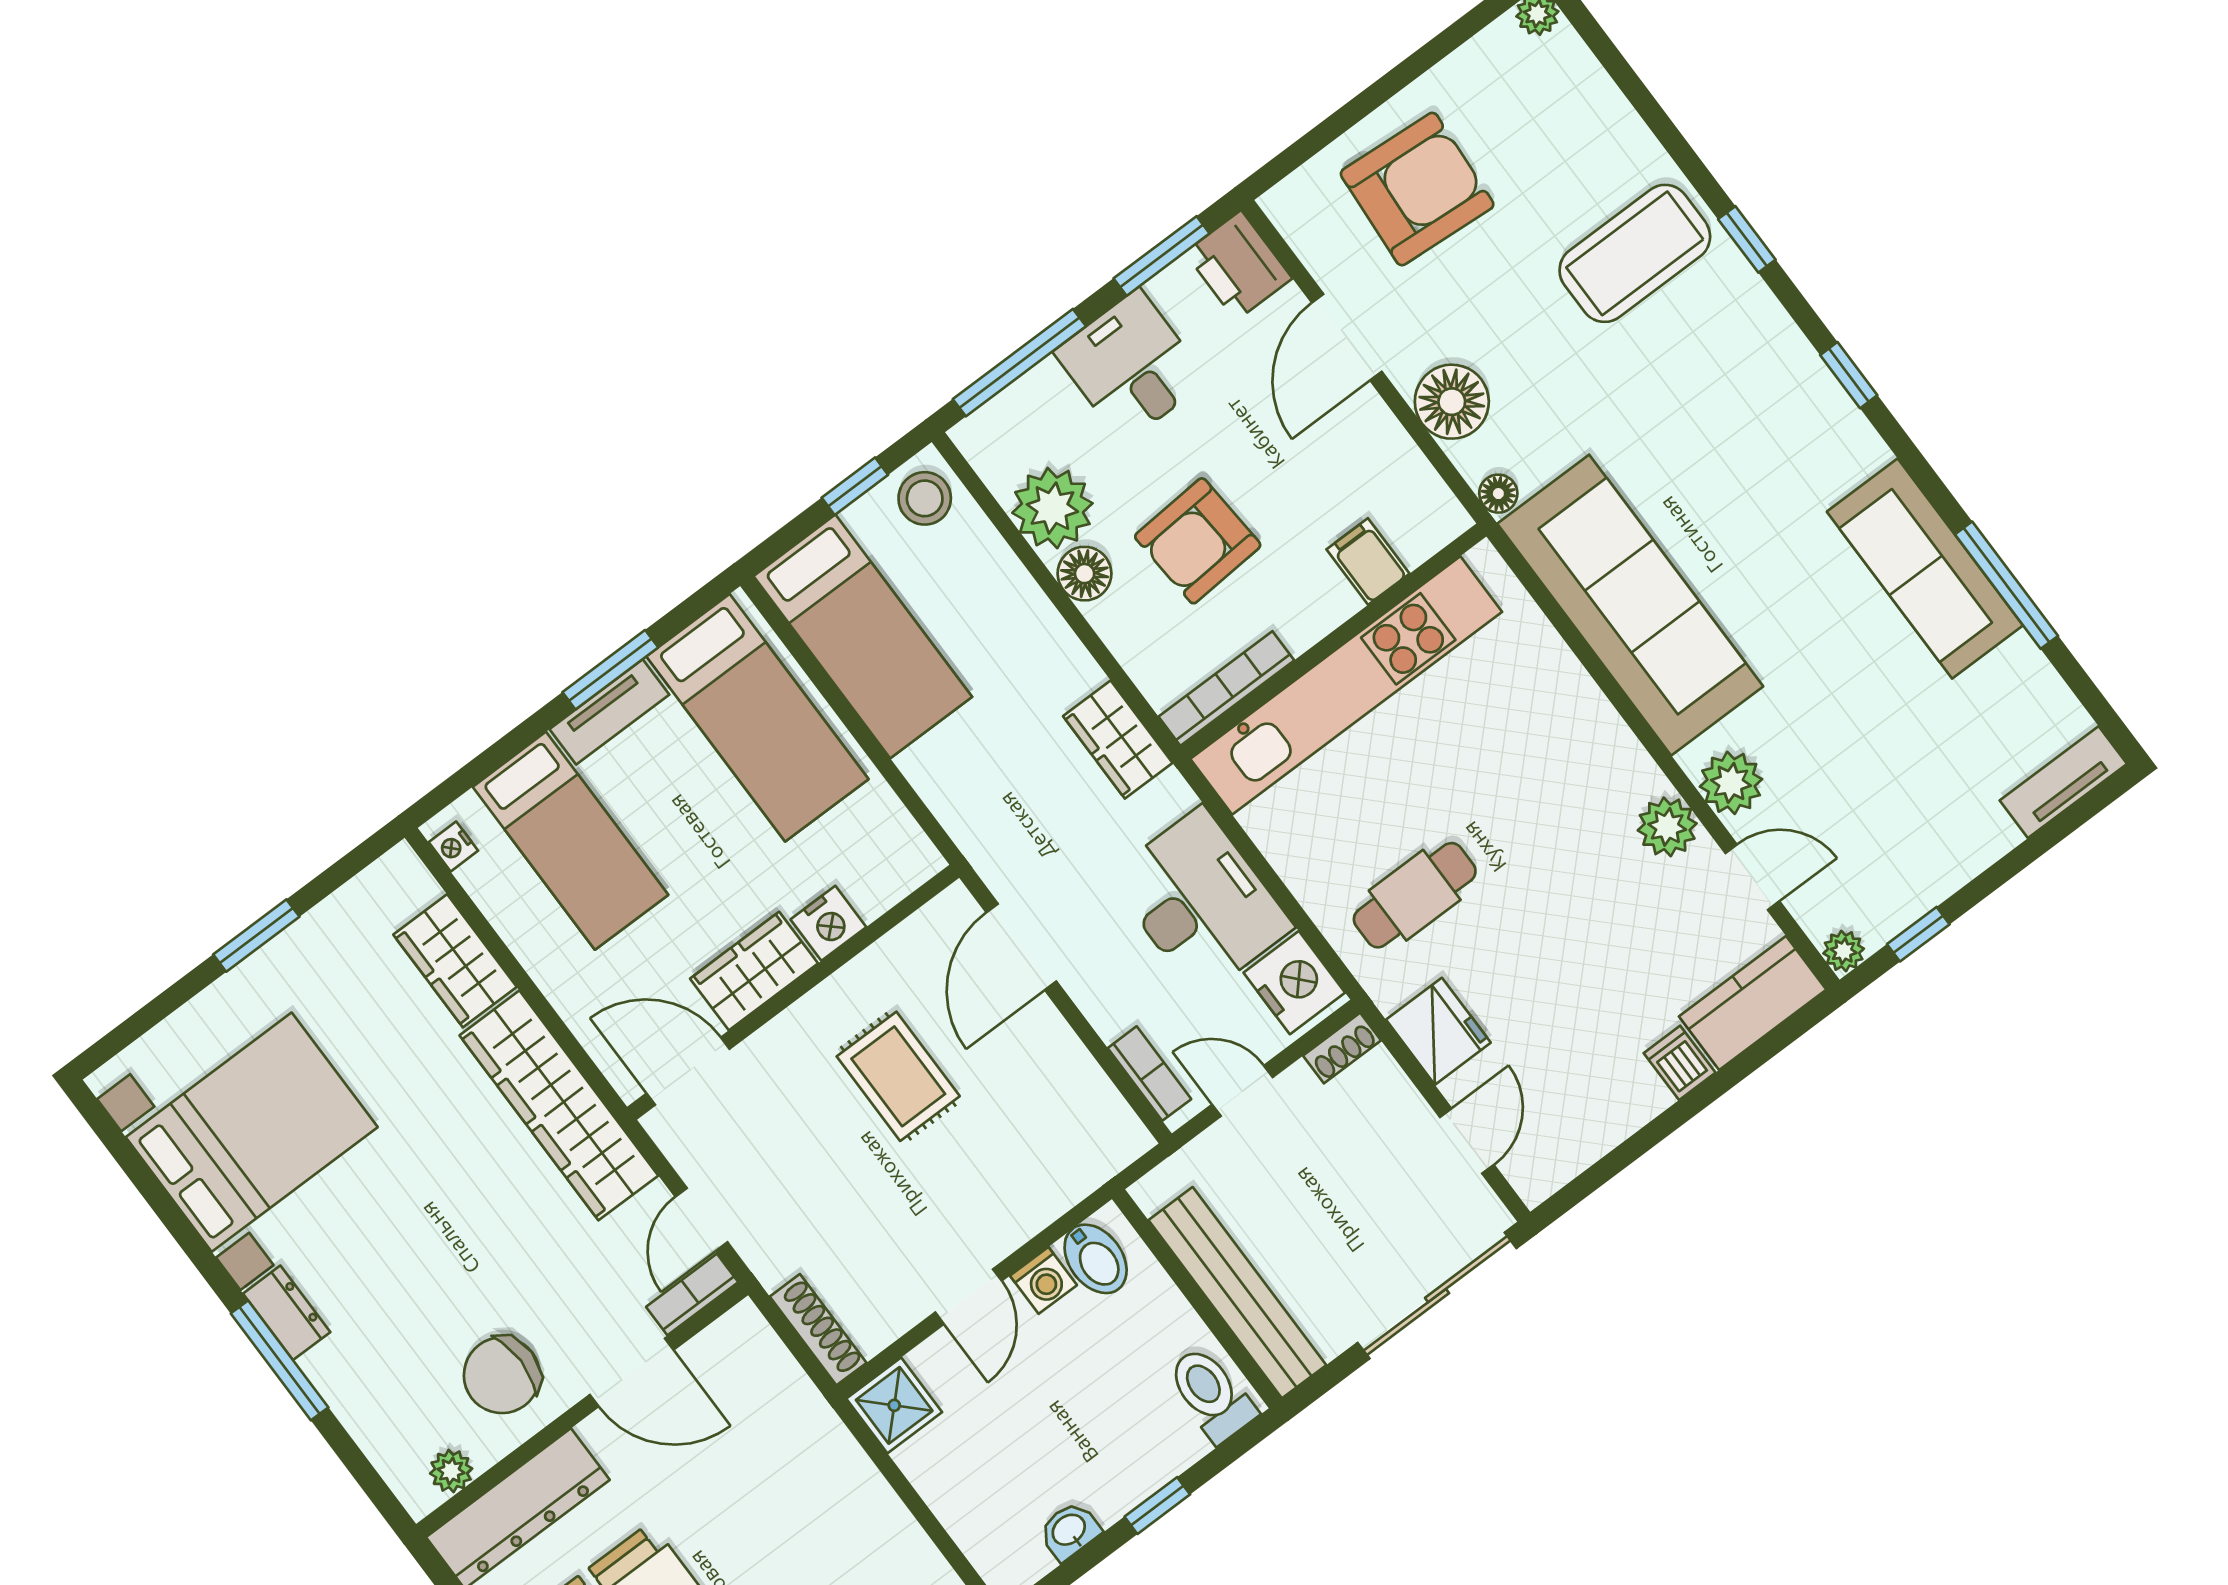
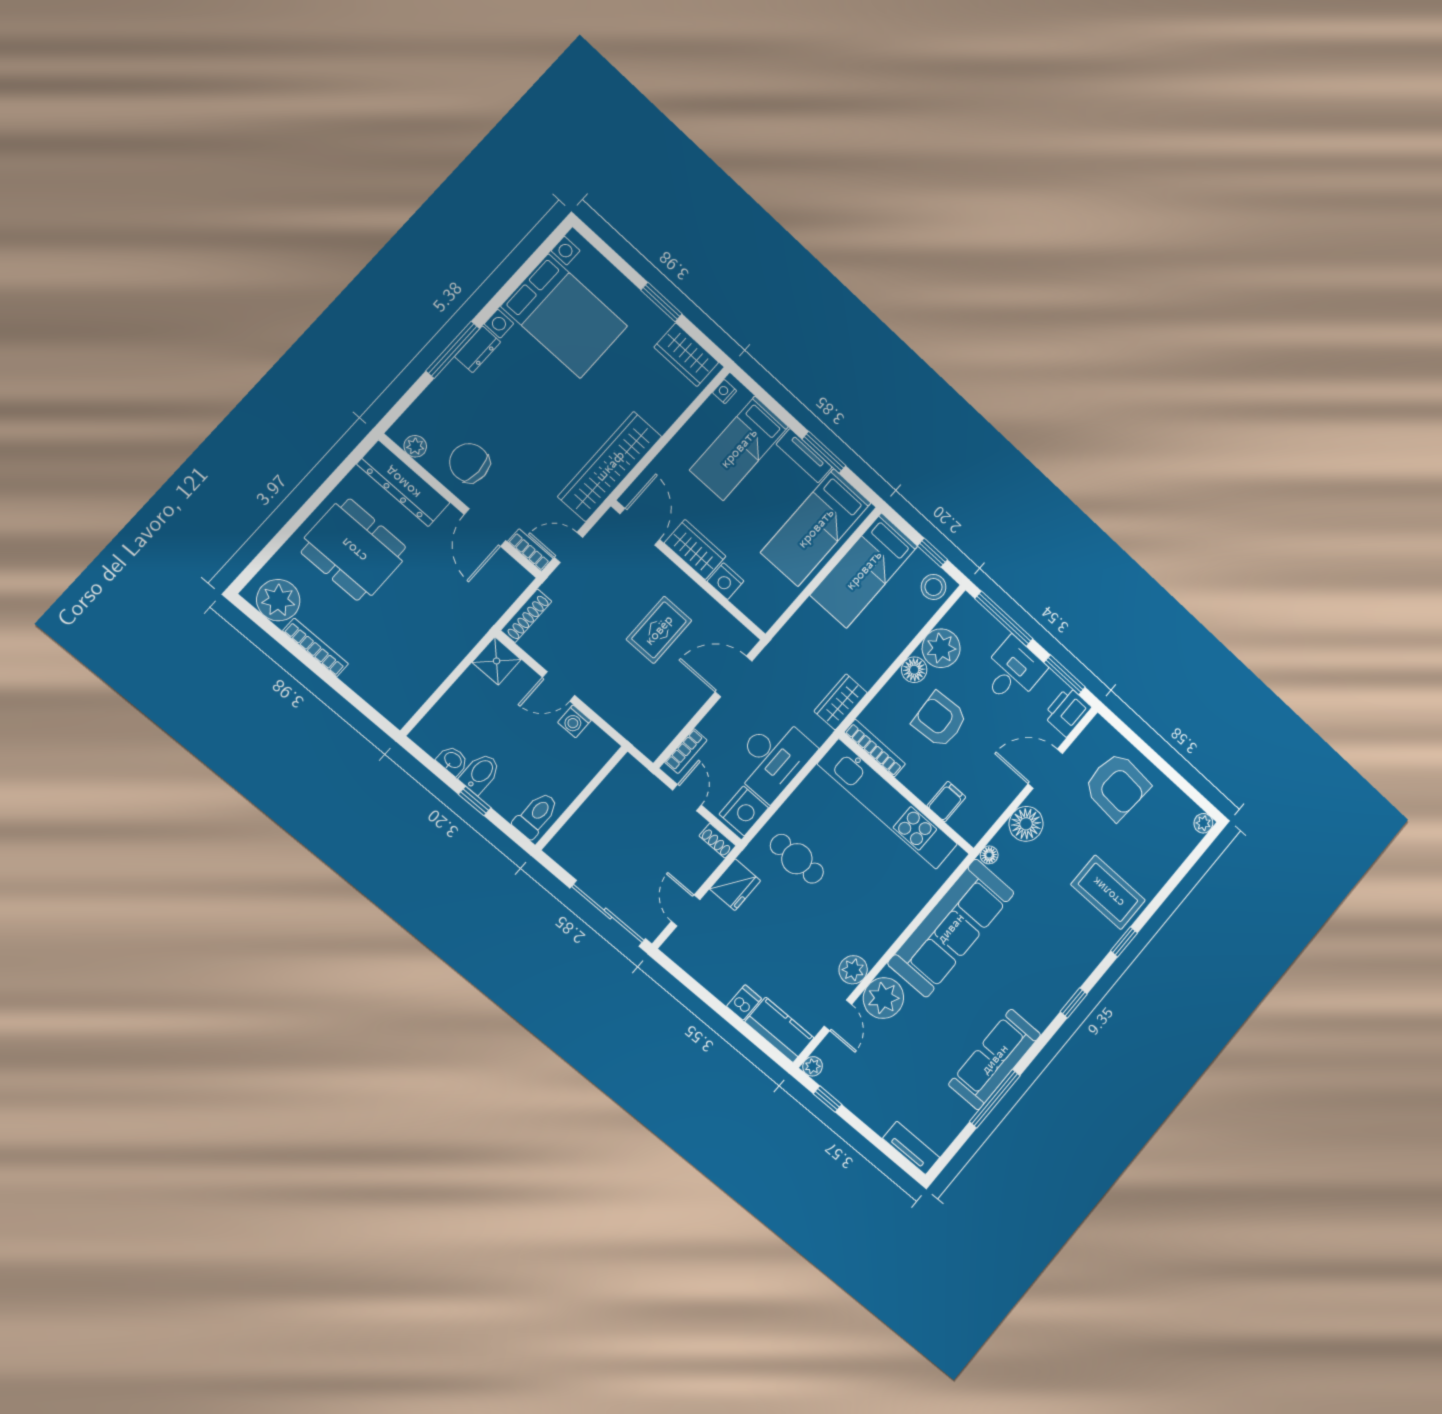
plant: (1731, 783) -> (883, 998), width x1.36, depth x1.36
wardrobe: (455, 961) -> (686, 355), moved, turned -90
door: (1467, 1141) -> (686, 910), swing flipped
bidet: (1096, 1259) -> (480, 773), moved, turned 180
bench: (1237, 1293) -> (589, 817), removed

